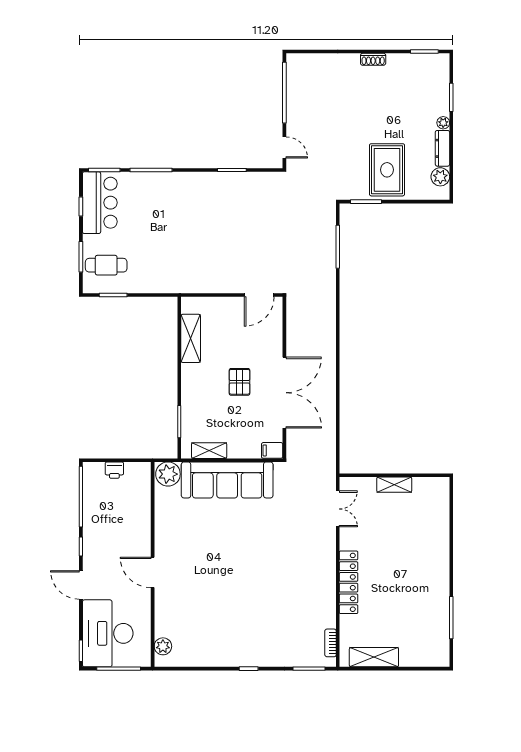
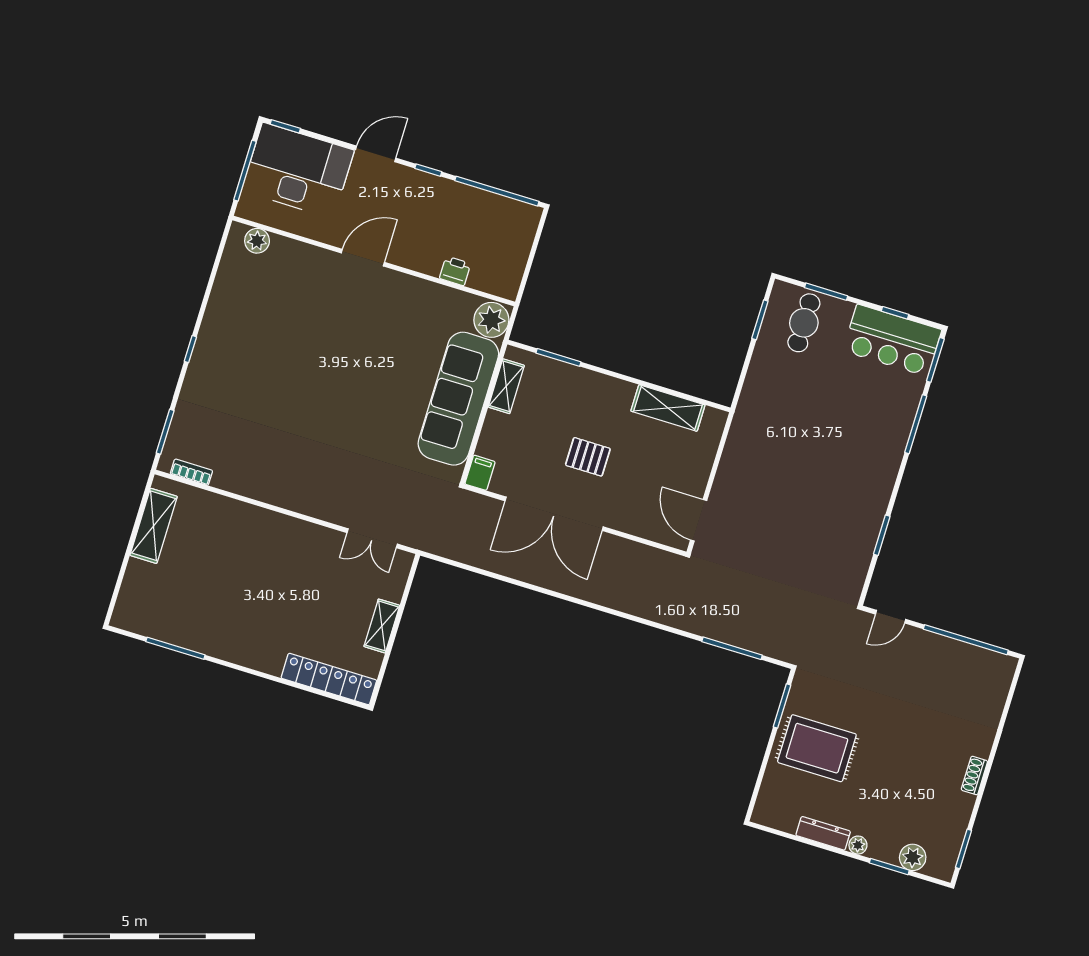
plant: (440, 177) -> (913, 857), moved
printer: (114, 470) -> (455, 271), moved, turned 90
locker: (349, 582) -> (329, 679), moved, turned 180

